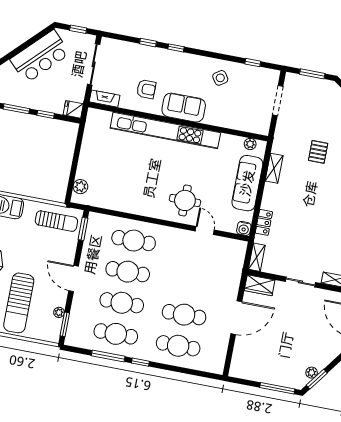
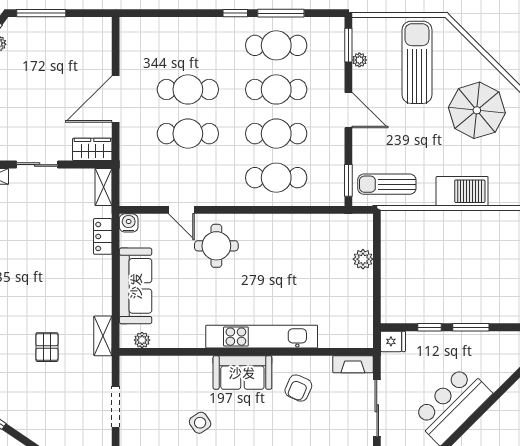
armchair: (146, 89) -> (298, 388), turned -66
kitchen unit: (165, 130) -> (262, 337), width x0.73
shelving: (274, 168) -> (103, 336), moved
plant: (80, 187) -> (363, 259), moved
cafe table: (178, 346) -> (188, 134), moved

